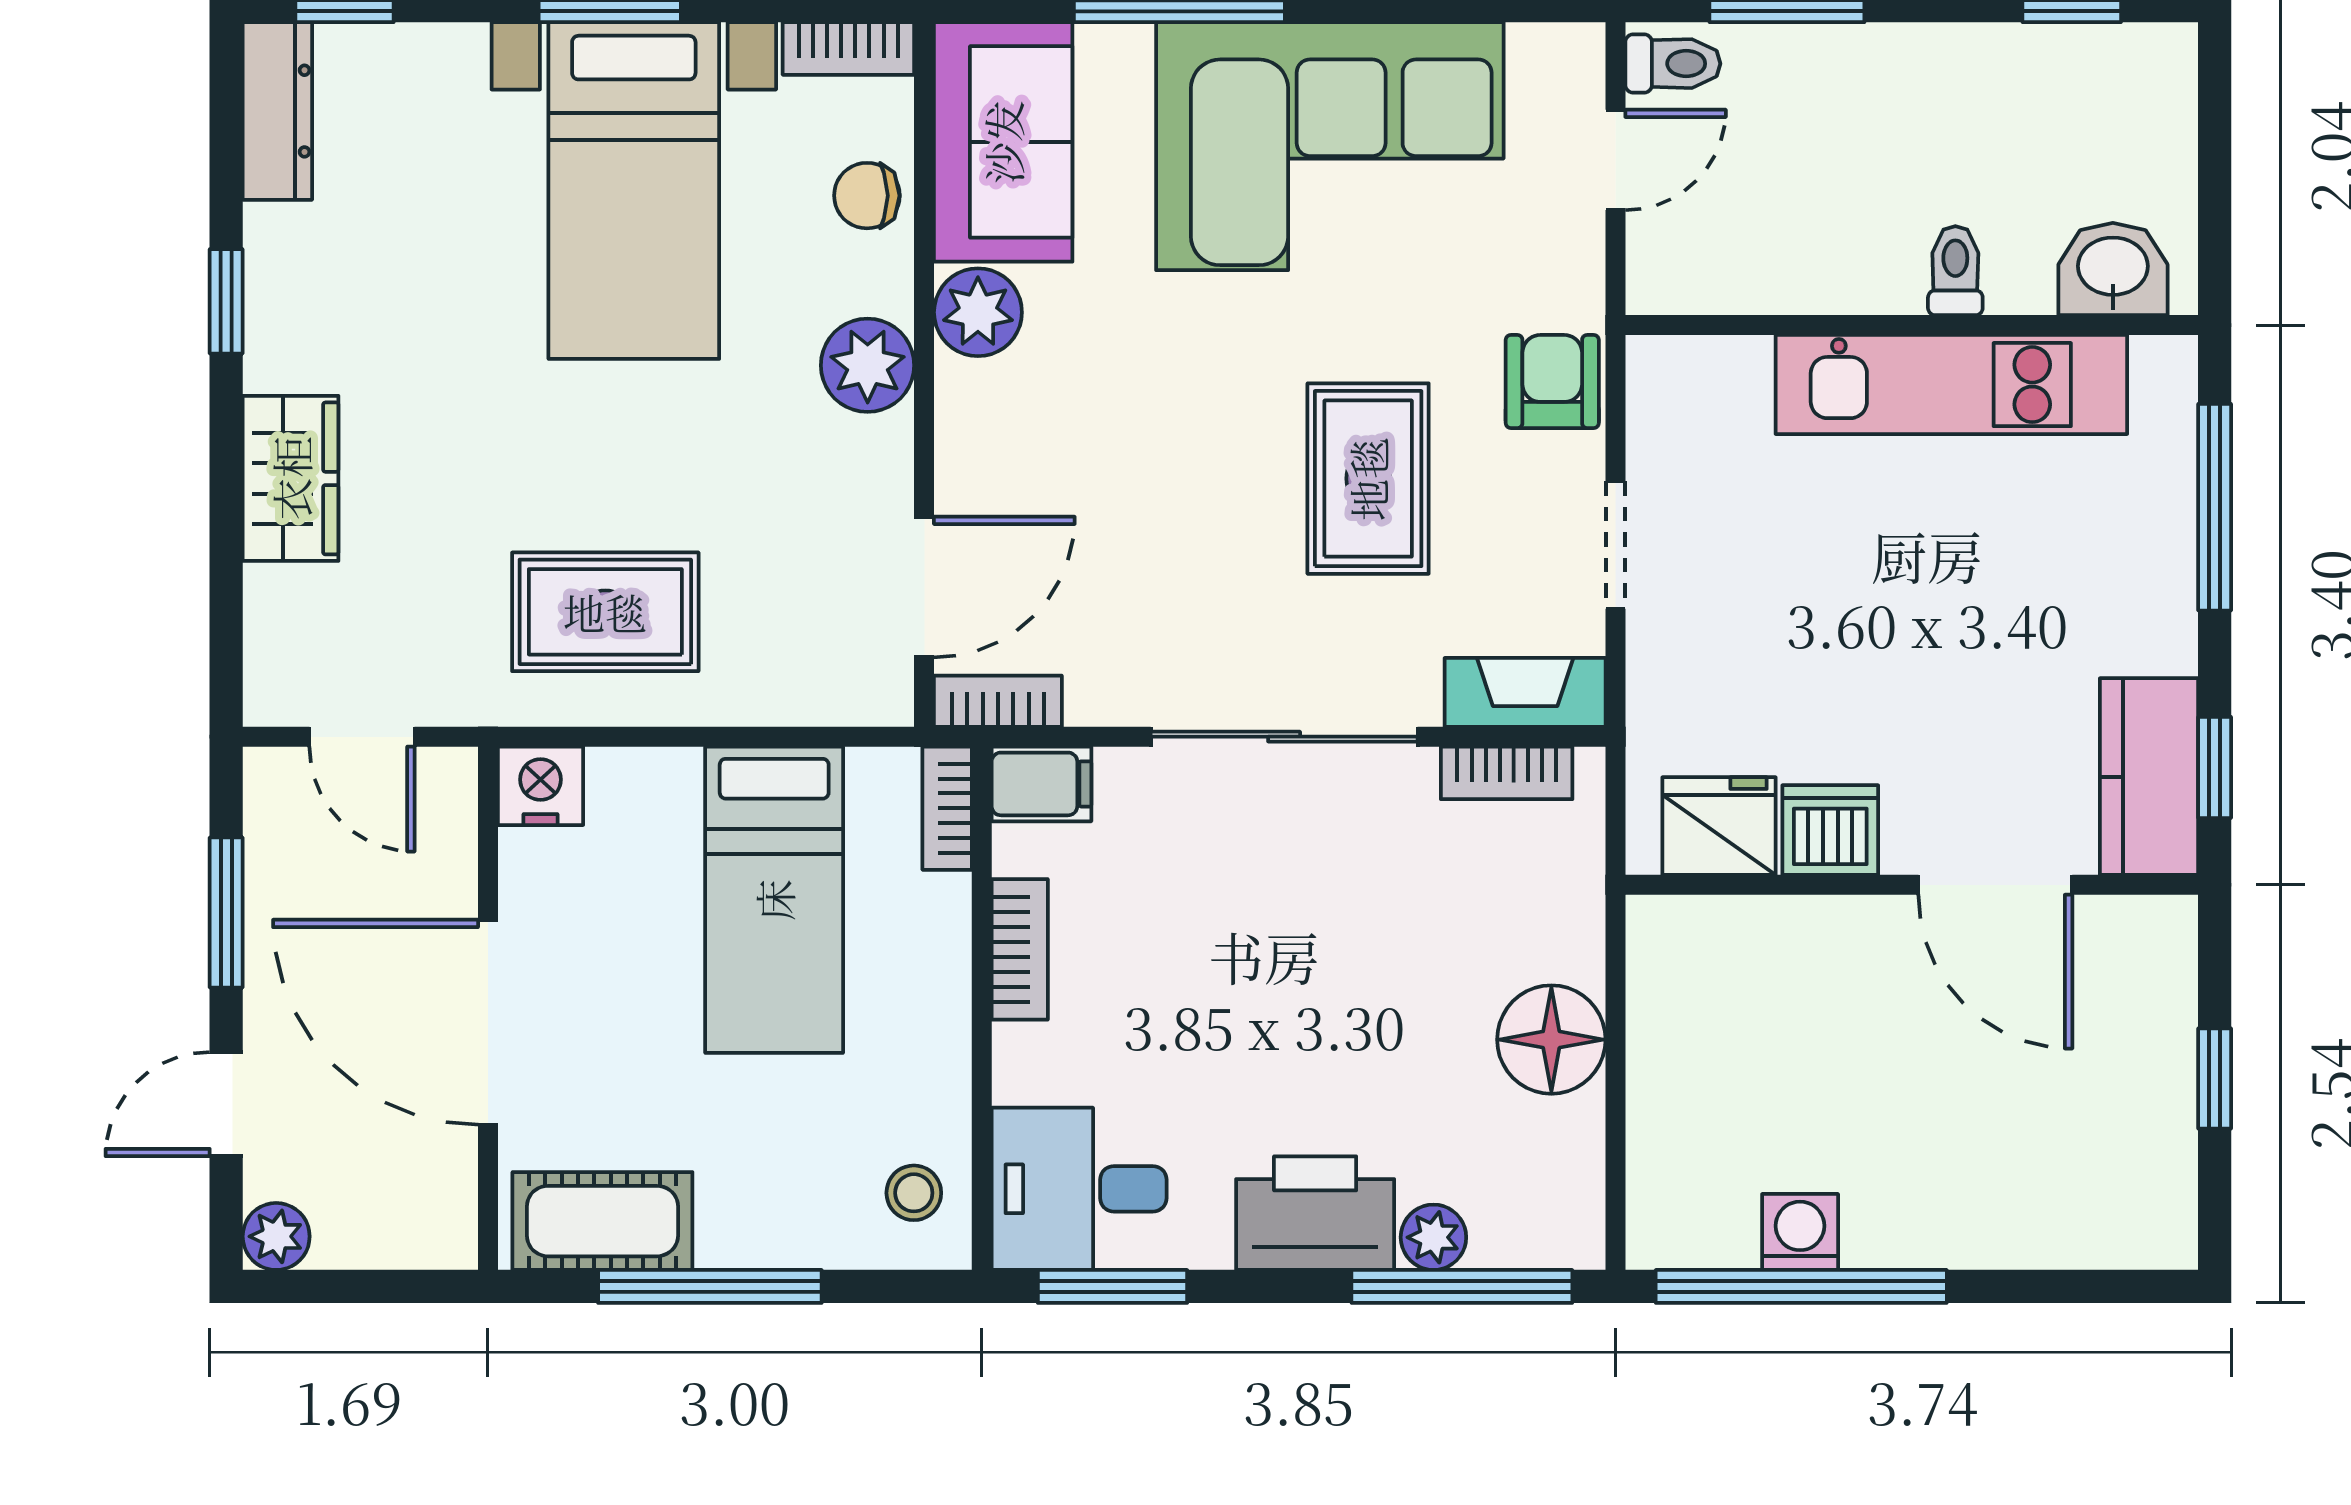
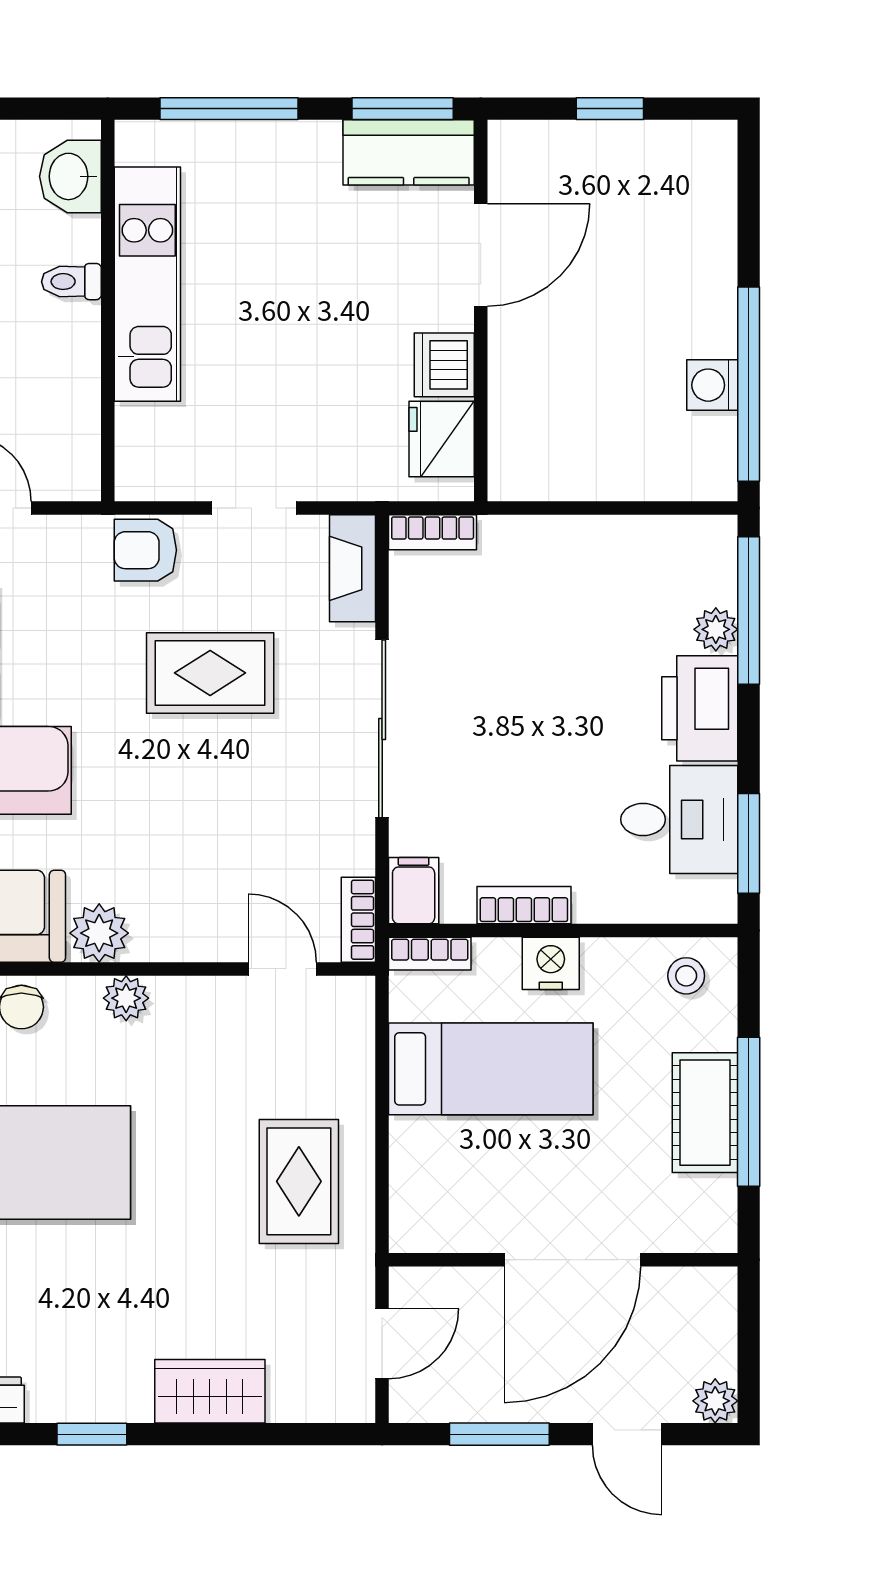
plant: (868, 365) -> (126, 998), width x0.73, depth x0.73
door: (924, 587) -> (282, 969), width x0.73
window: (2215, 767) -> (403, 109), width x1.50
bookcase: (1507, 773) -> (433, 532), moved, turned 90
nightstand: (540, 786) -> (551, 963), moved, turned 90
floor lamp: (1551, 1040) -> (584, 551), removed
desk: (1079, 1189) -> (679, 819), moved, turned -90
cot: (602, 1221) -> (705, 1113), moved

